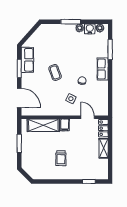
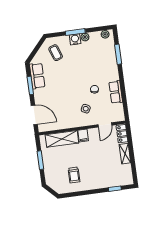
water cooler: (90, 29) -> (75, 39), moved
row of seats: (103, 69) -> (116, 92), moved
coffee table: (55, 72) -> (56, 53), moved
door: (88, 117) -> (105, 125), swing flipped
trolley: (61, 158) -> (74, 175), moved

